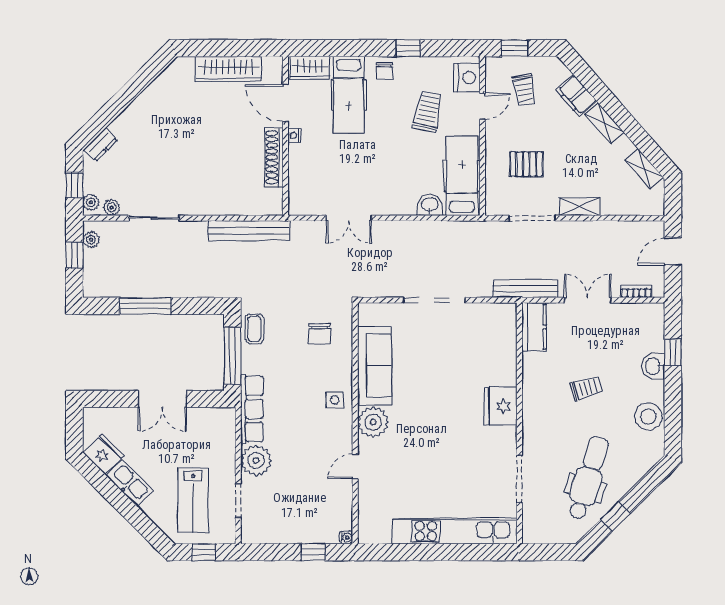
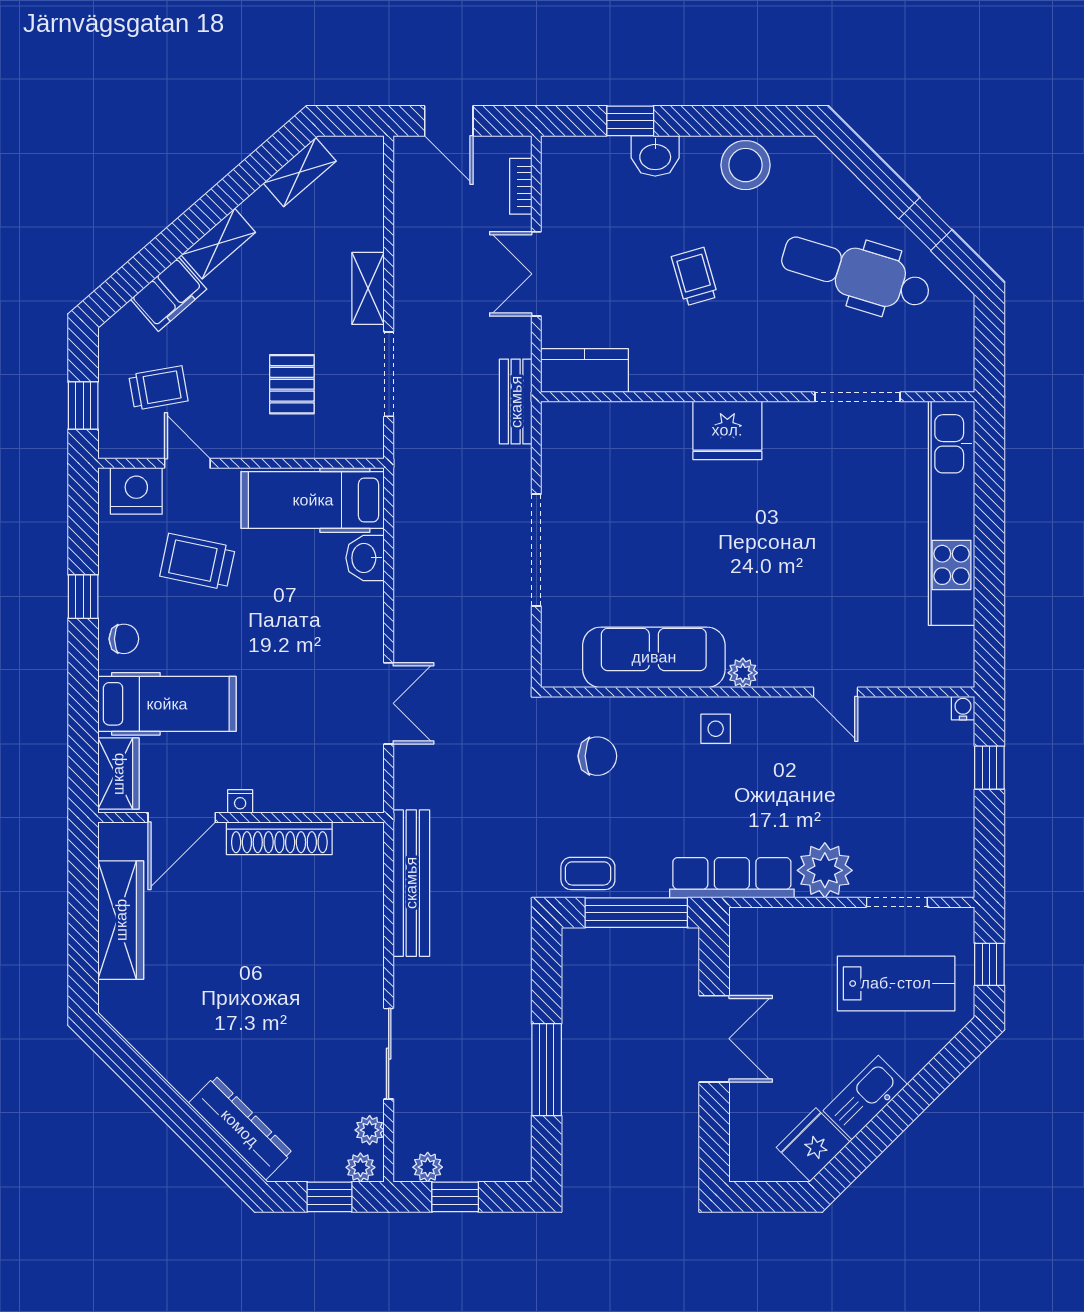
dresser: (101, 145) -> (240, 1128), width x1.96, depth x1.24
bench: (525, 289) -> (516, 402), width x0.73
plant: (373, 422) -> (743, 673), width x0.53, depth x0.53

